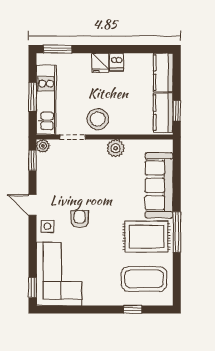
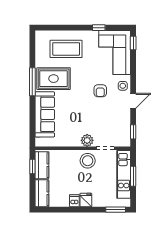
plant: (43, 146) -> (126, 142), removed
plant: (116, 148) -> (87, 140), moved
door: (32, 205) -> (133, 101), hinge flipped
coffee table: (144, 279) -> (66, 49), moved
window: (133, 309) -> (99, 28), moved

